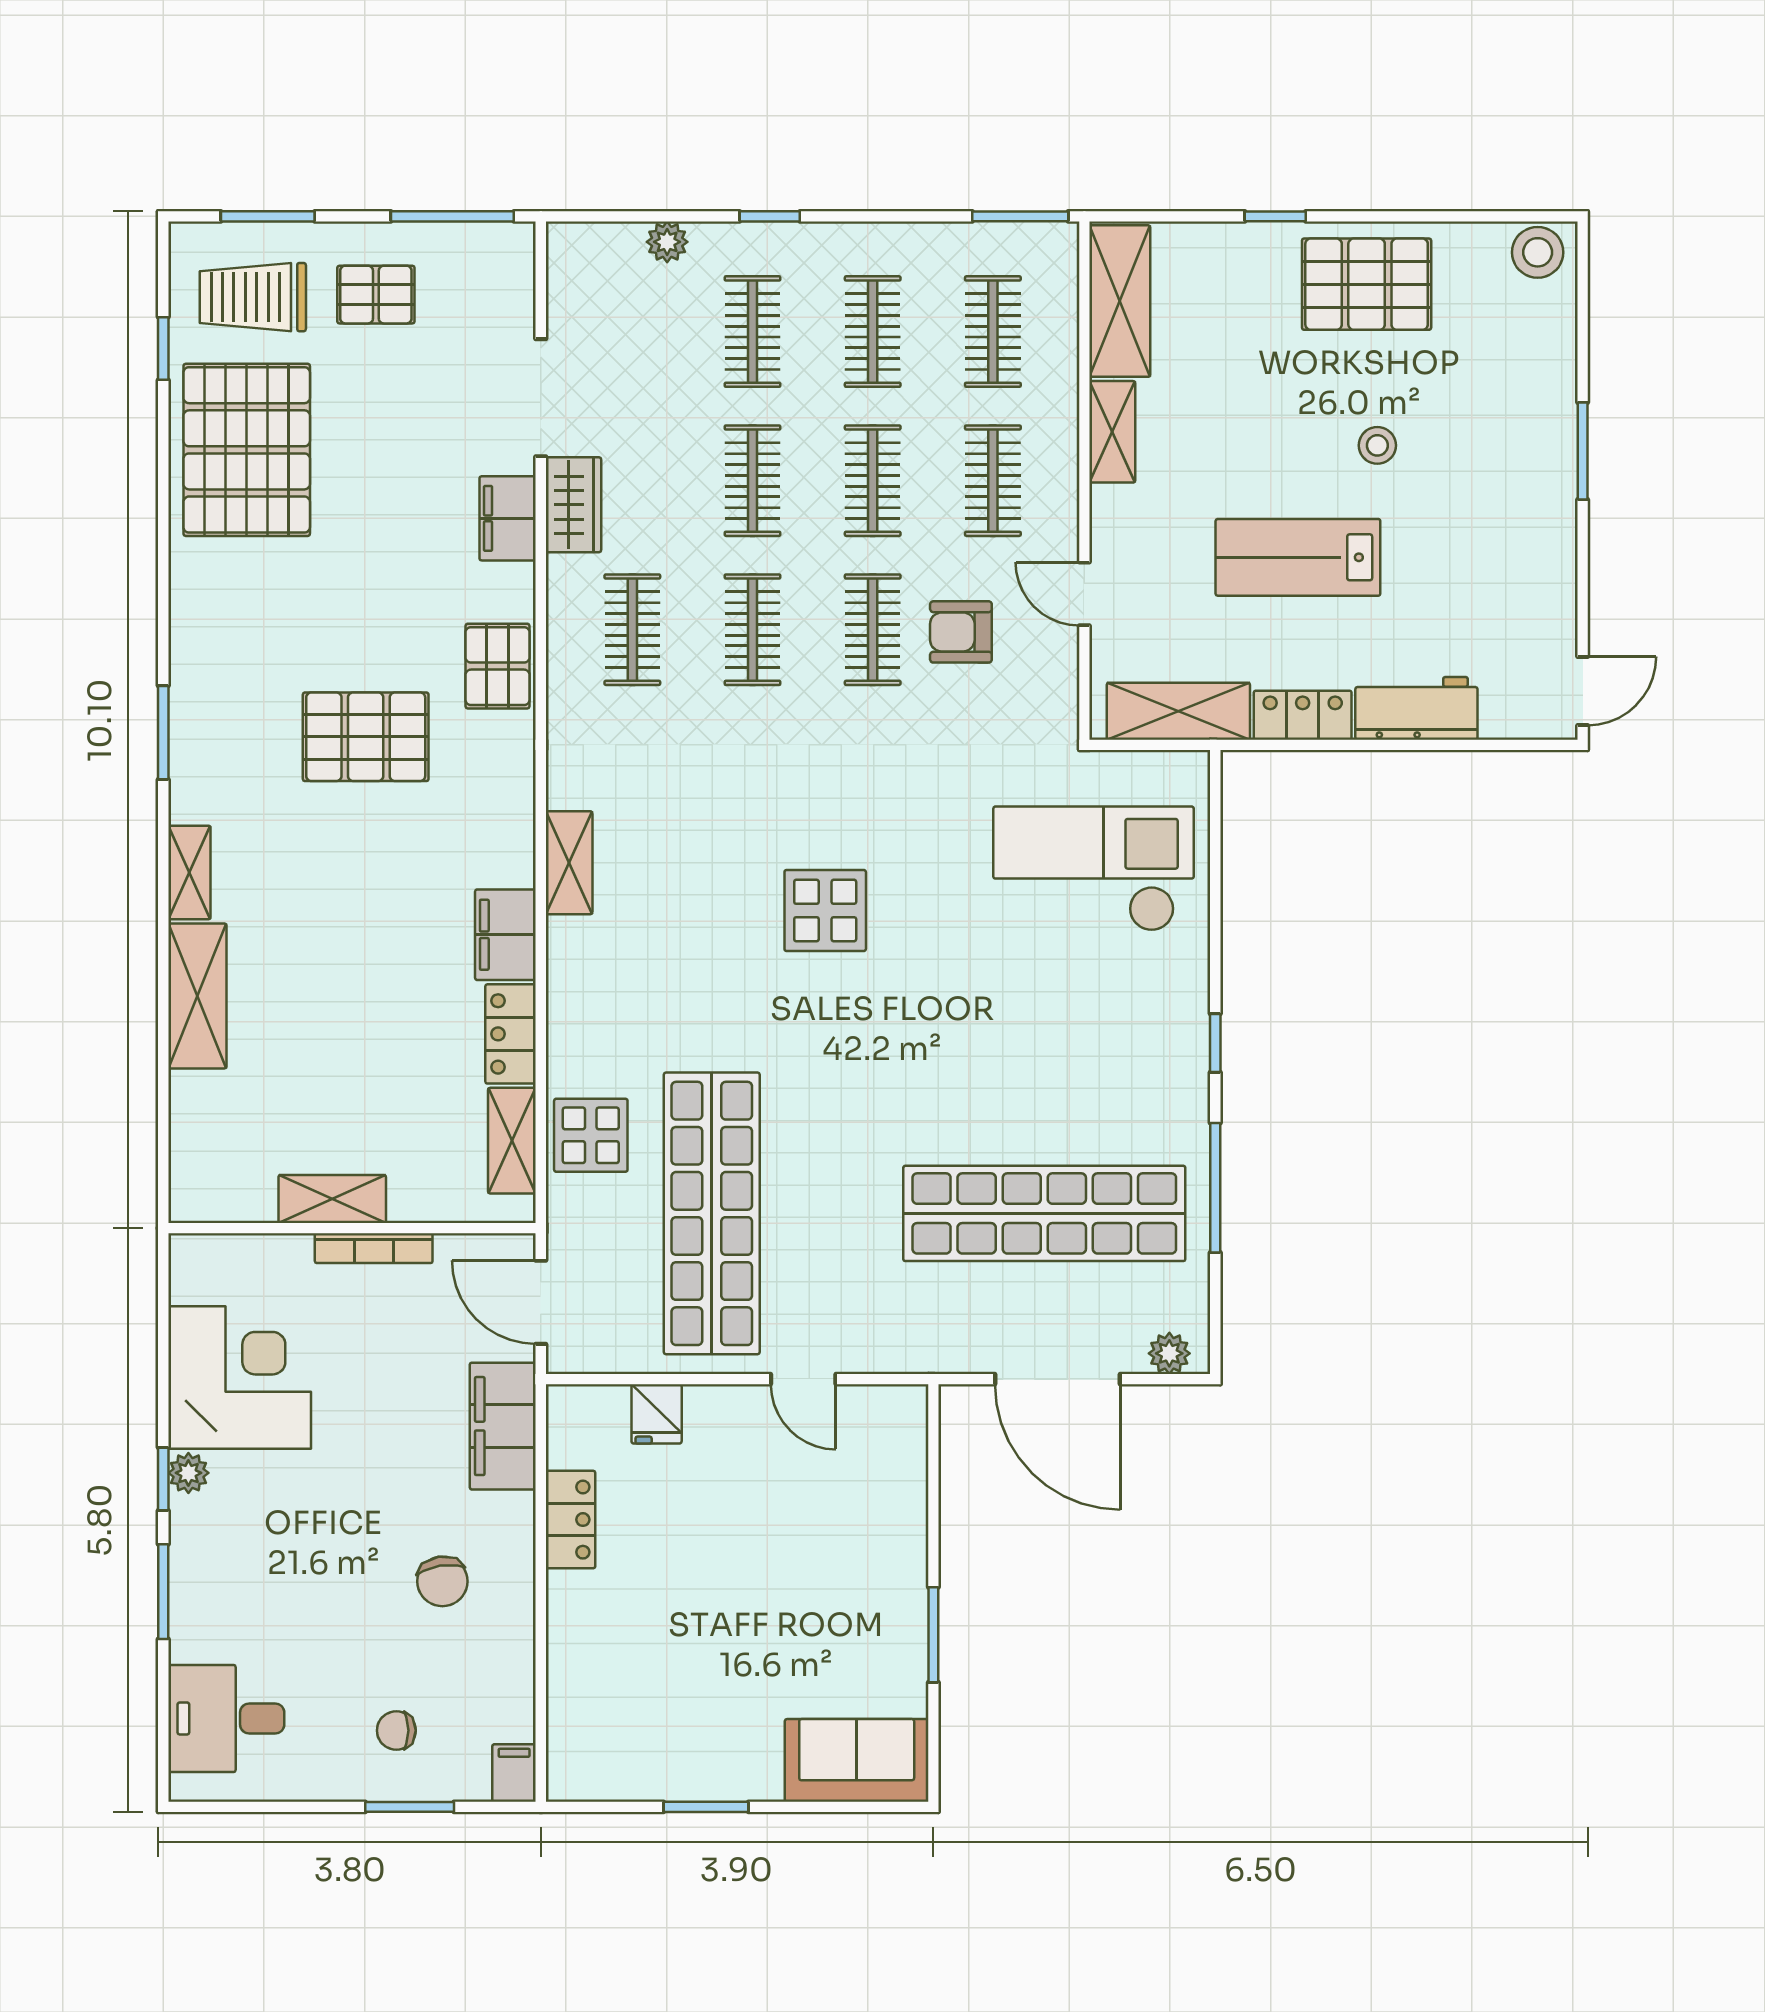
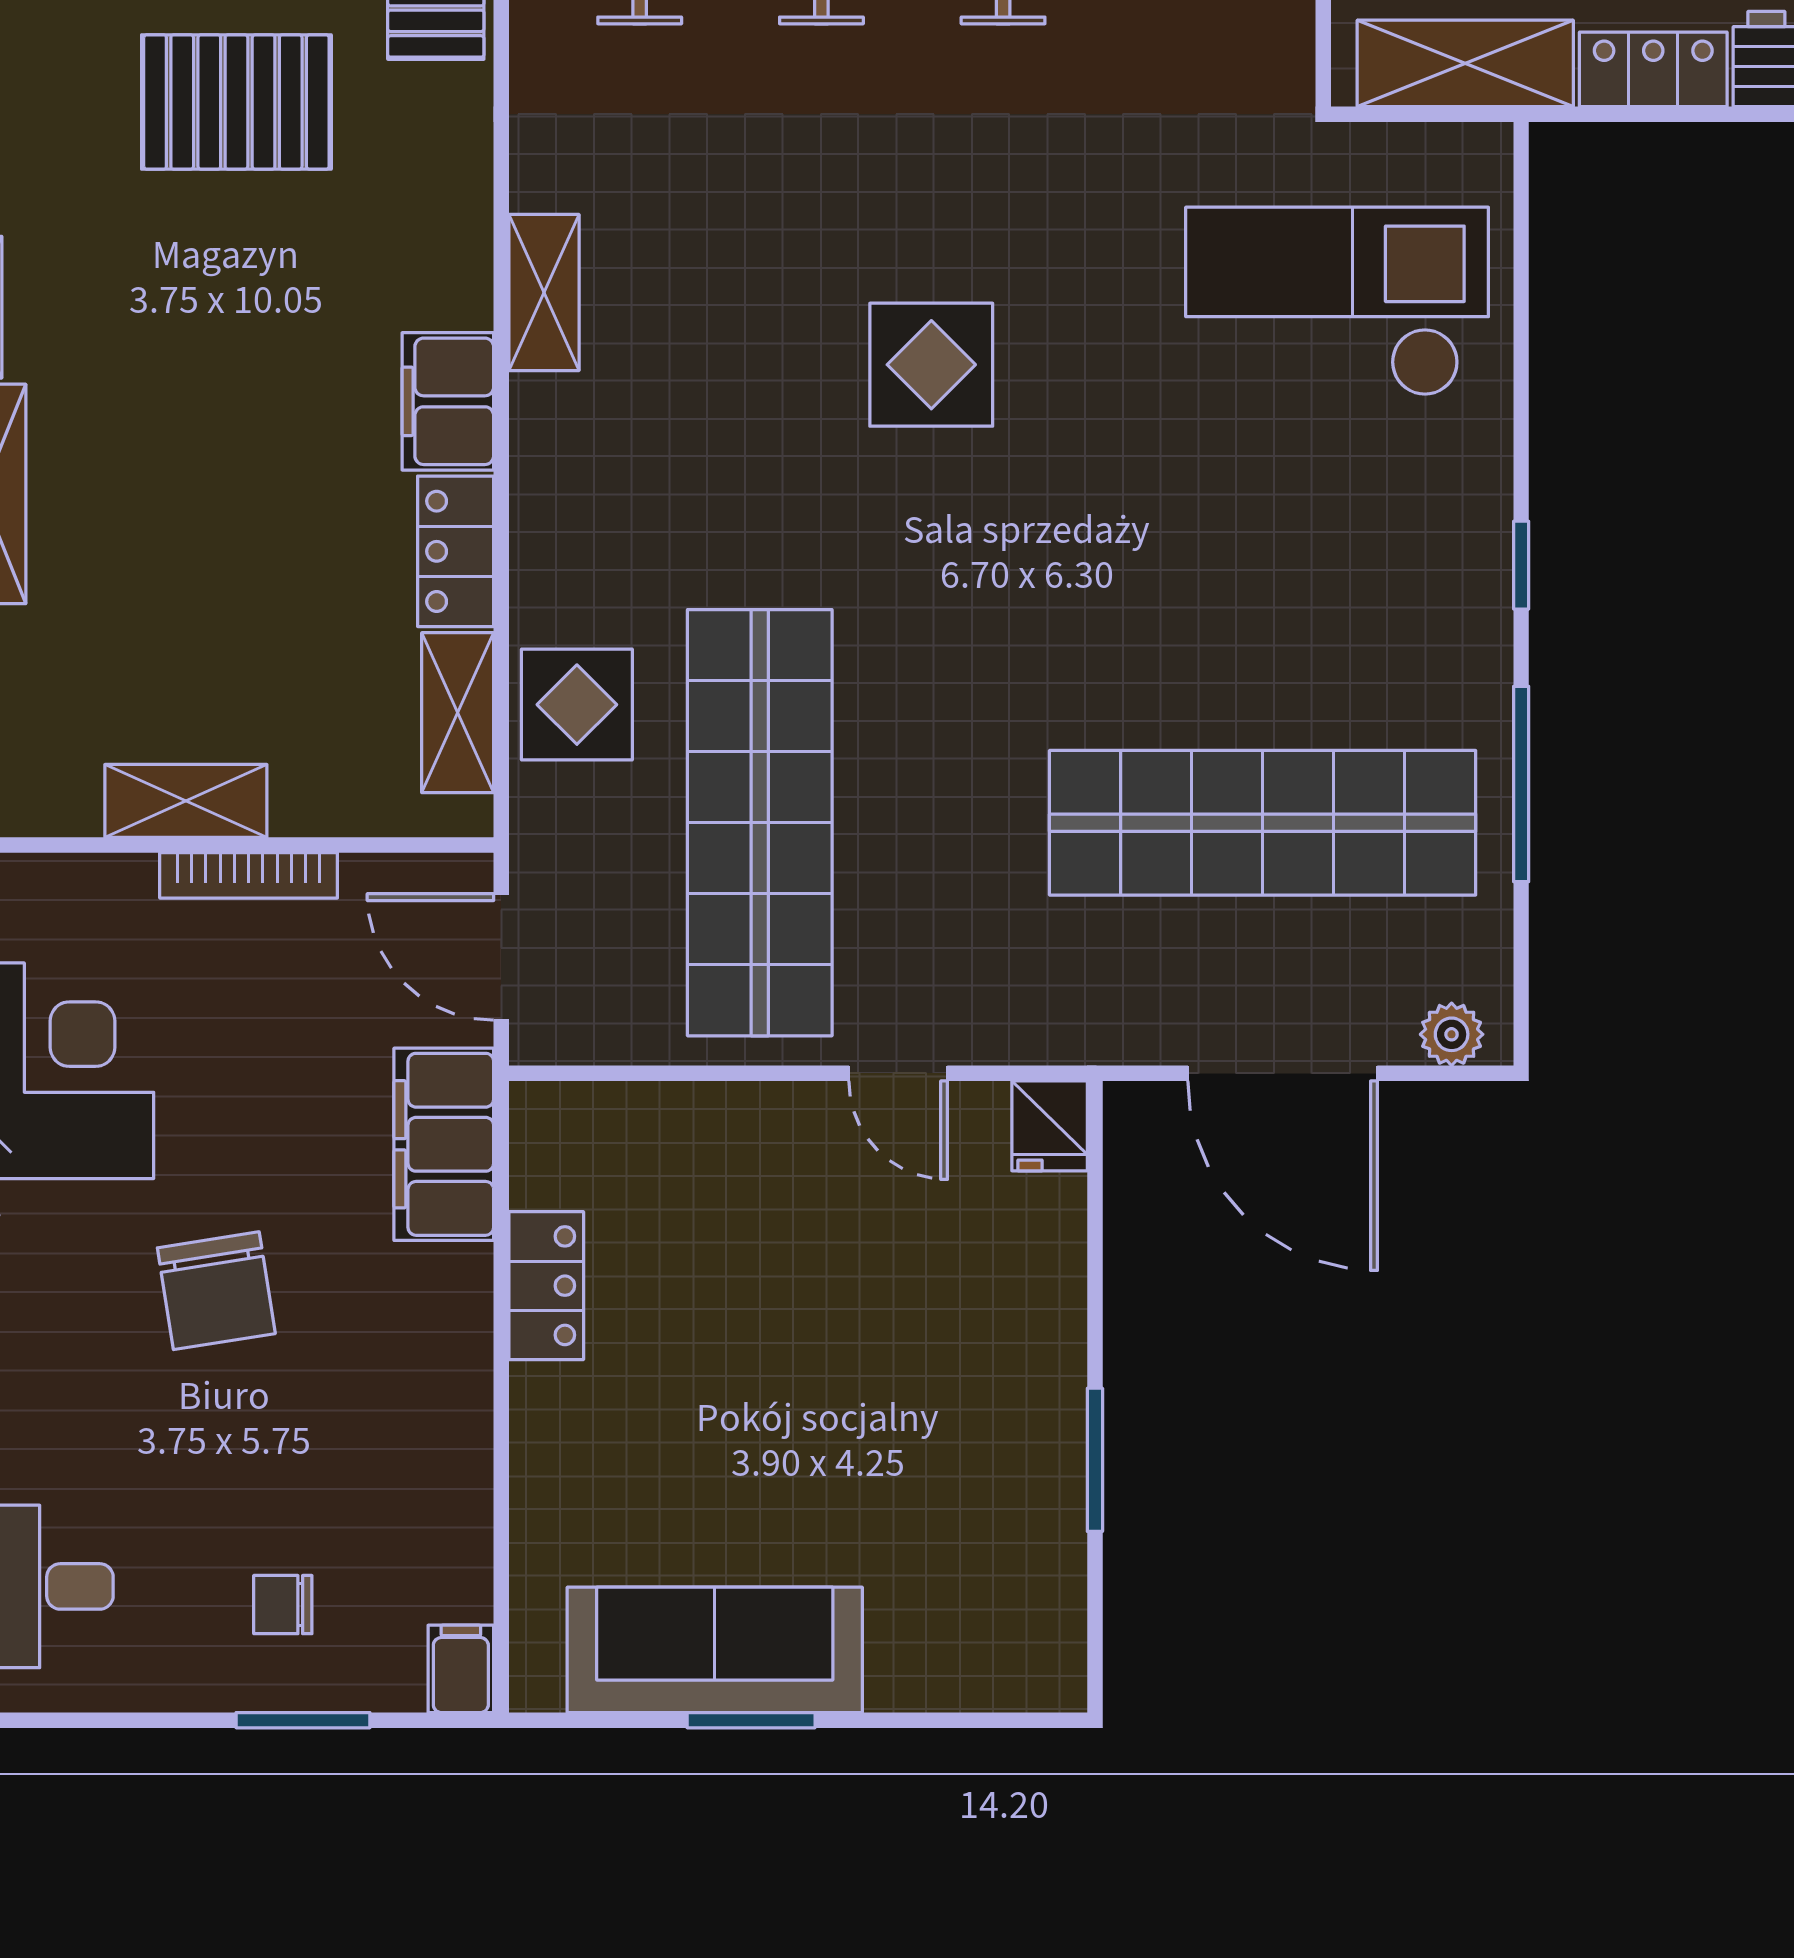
fridge: (657, 1414) -> (1050, 1126), moved
chair: (442, 1581) -> (216, 1291), moved, width x1.37, depth x1.37
sofa: (857, 1760) -> (715, 1650), moved, width x1.36

